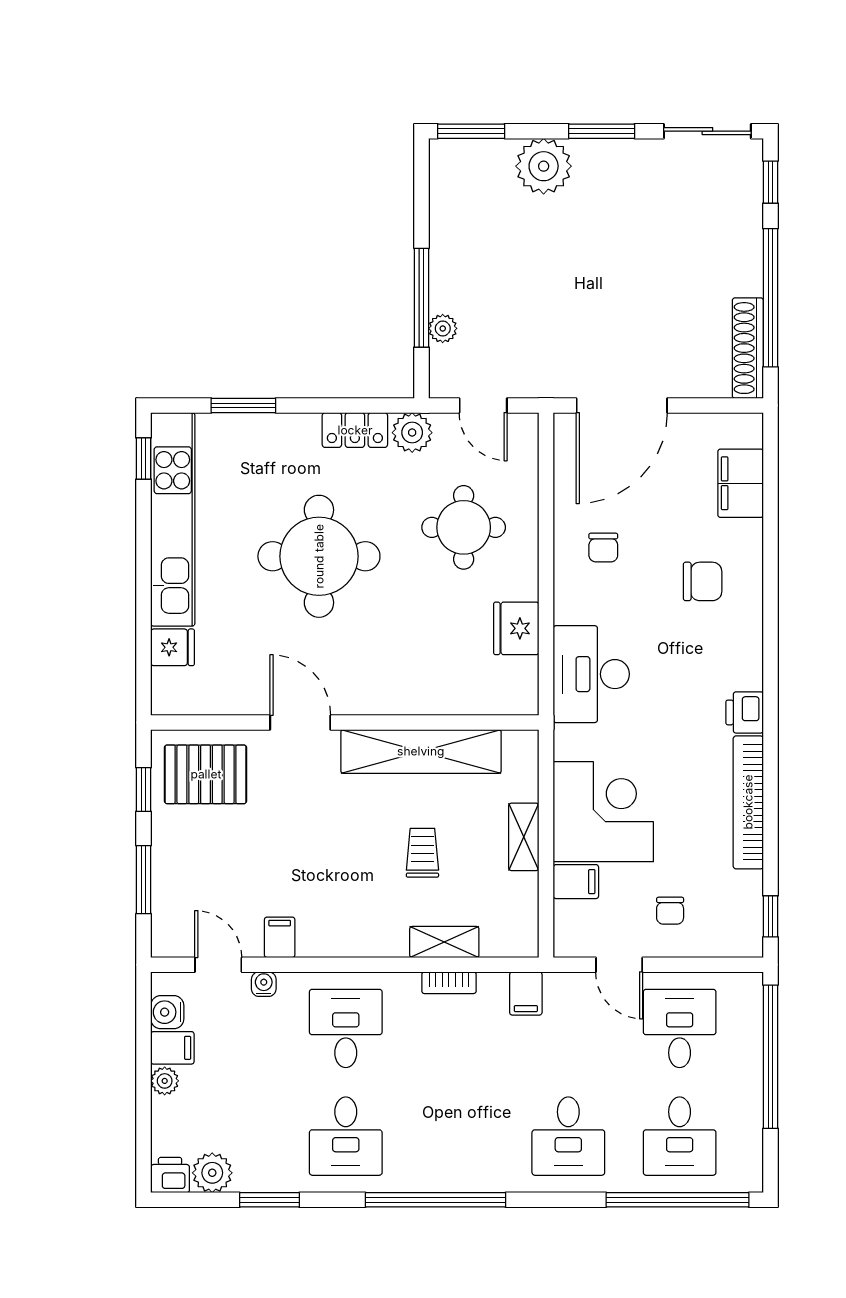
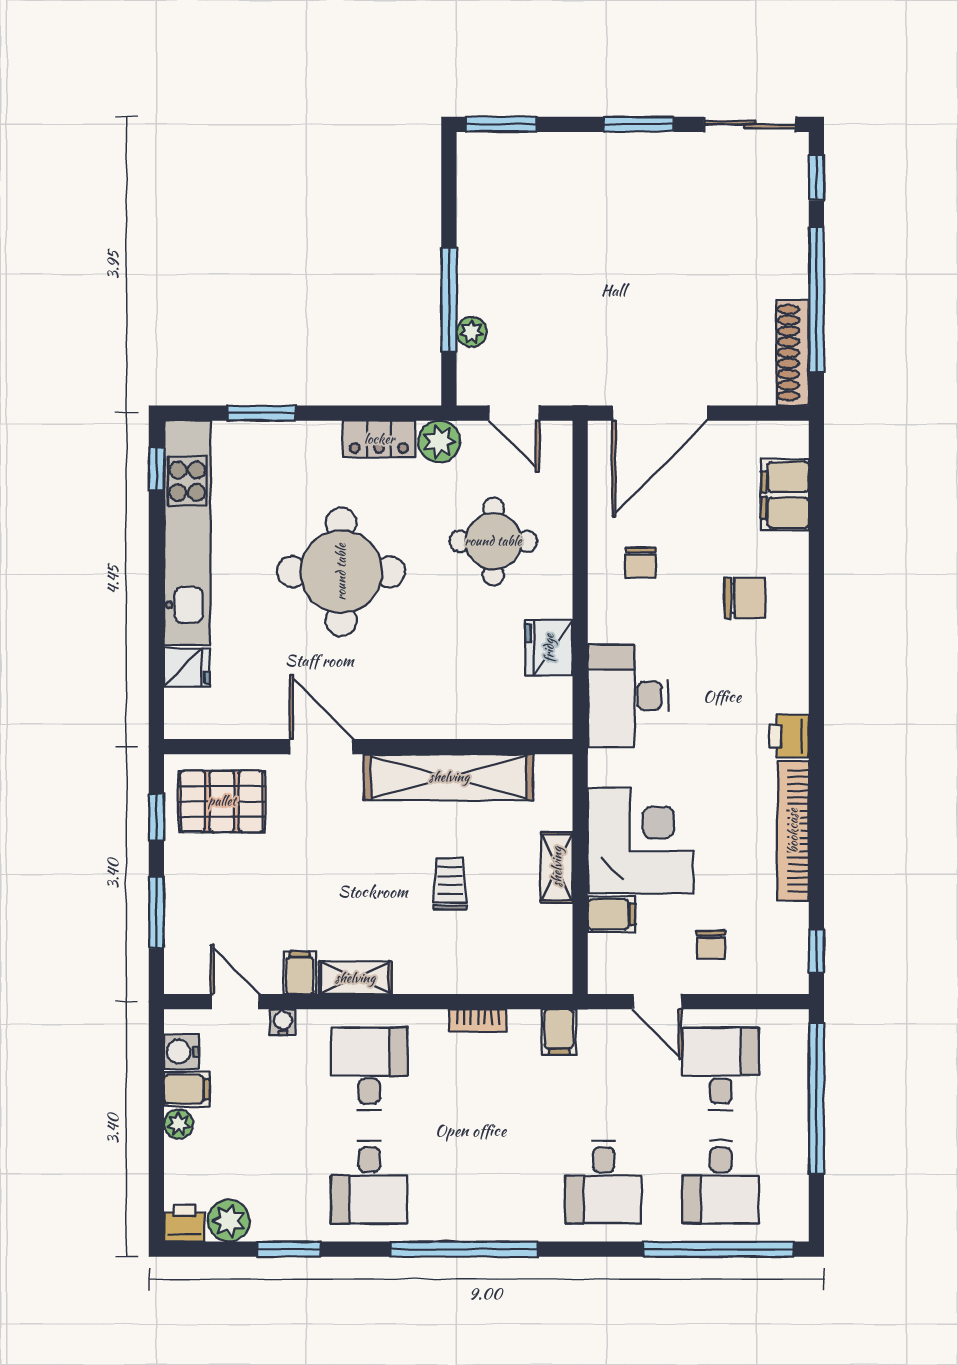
plant: (544, 166) -> (578, 161), removed
shelving: (444, 942) -> (355, 978), moved

